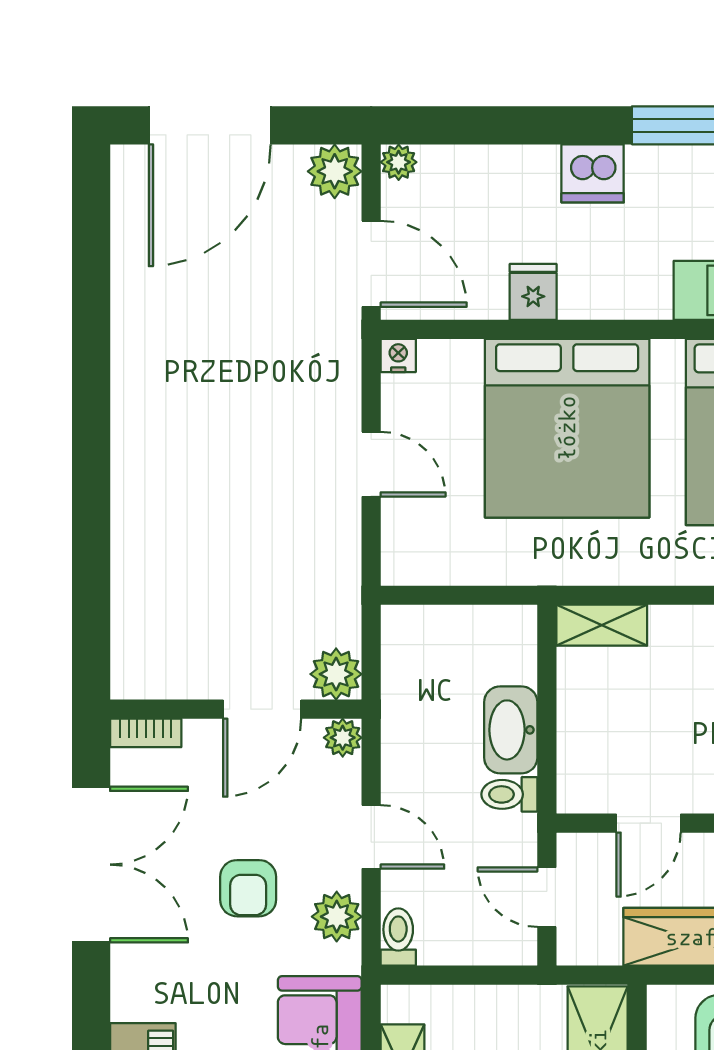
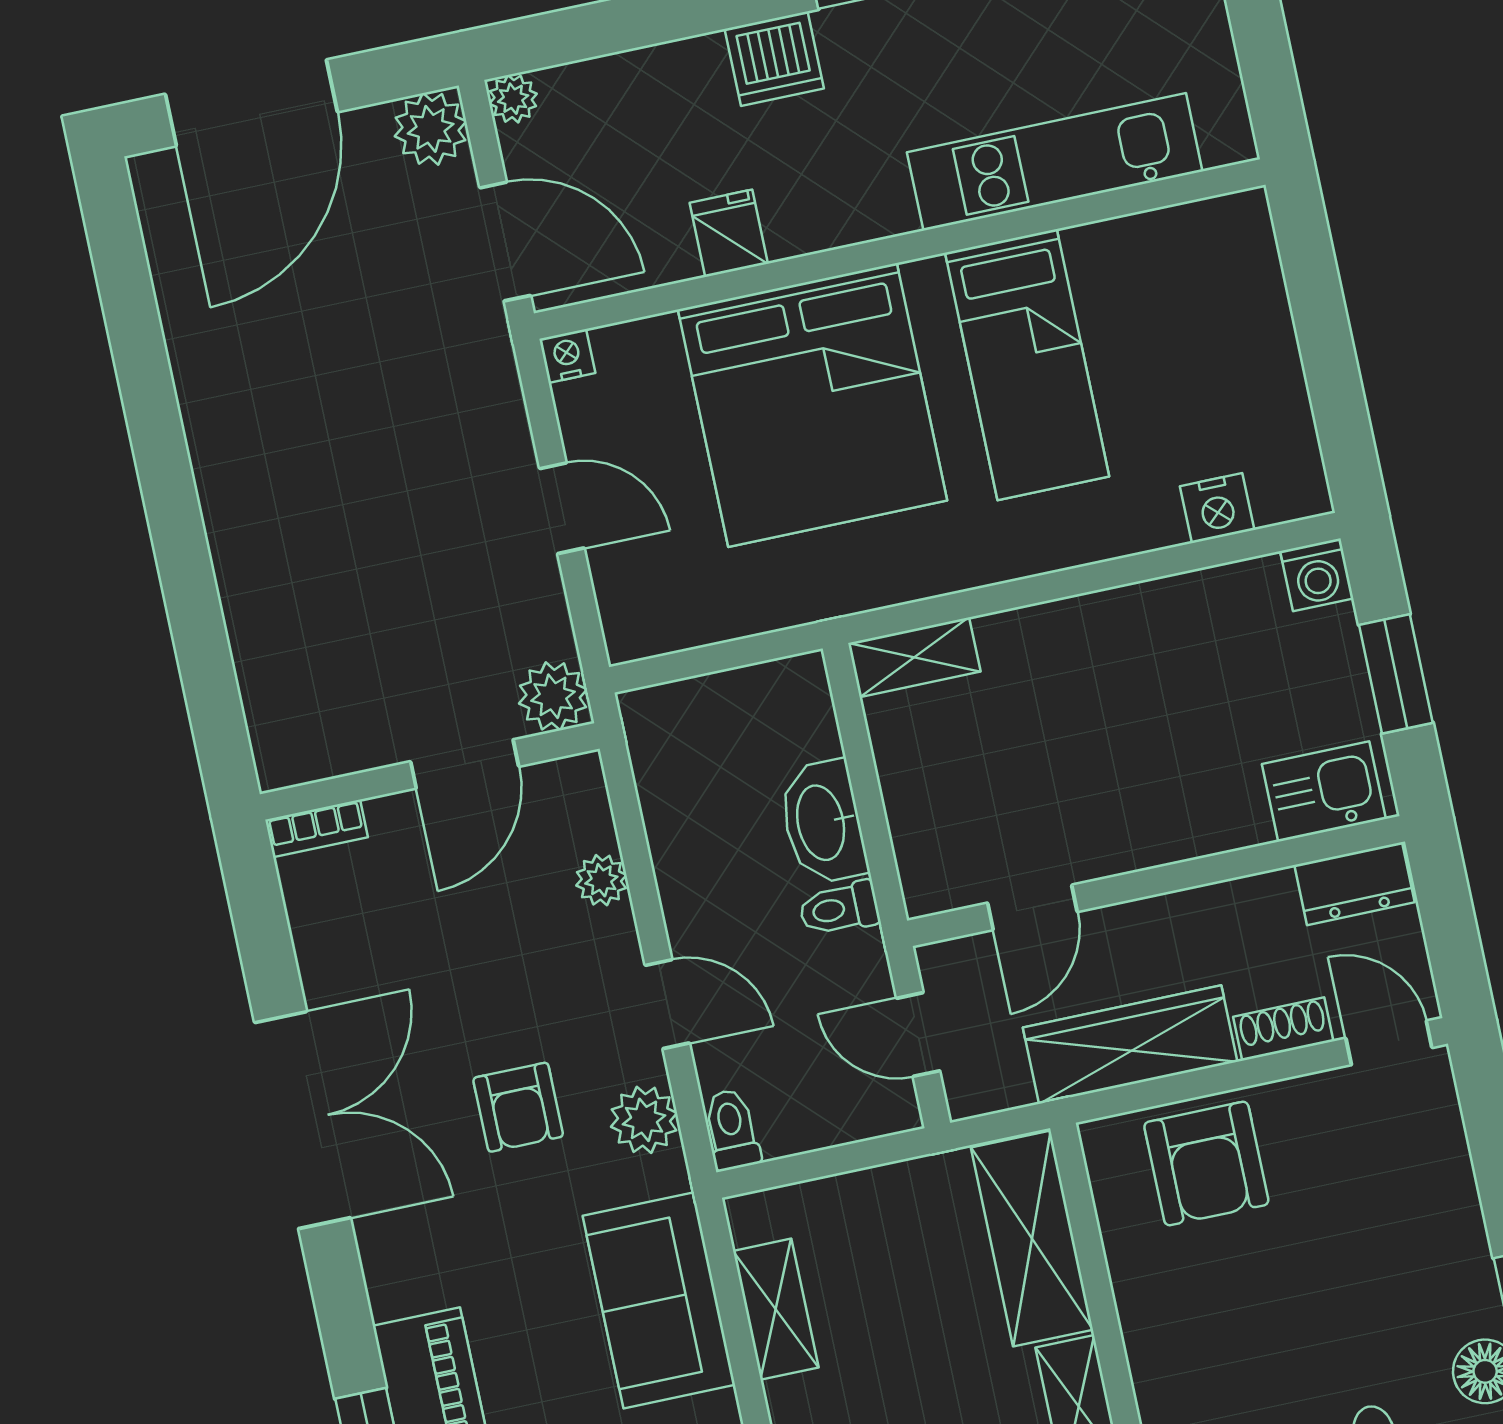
plant: (336, 674) -> (553, 696), moved
wall: (236, 709) -> (430, 771), moved
door: (262, 709) -> (465, 764), moved
bookcase: (146, 733) -> (316, 828), moved

